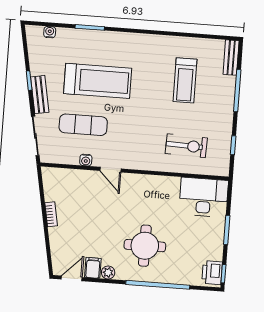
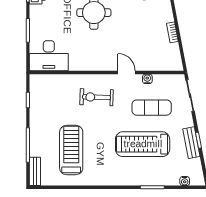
treadmill: (185, 80) -> (71, 150), width x1.37, depth x1.38
bench: (40, 95) -> (191, 143), moved
exercise bike: (186, 146) -> (97, 97), moved

